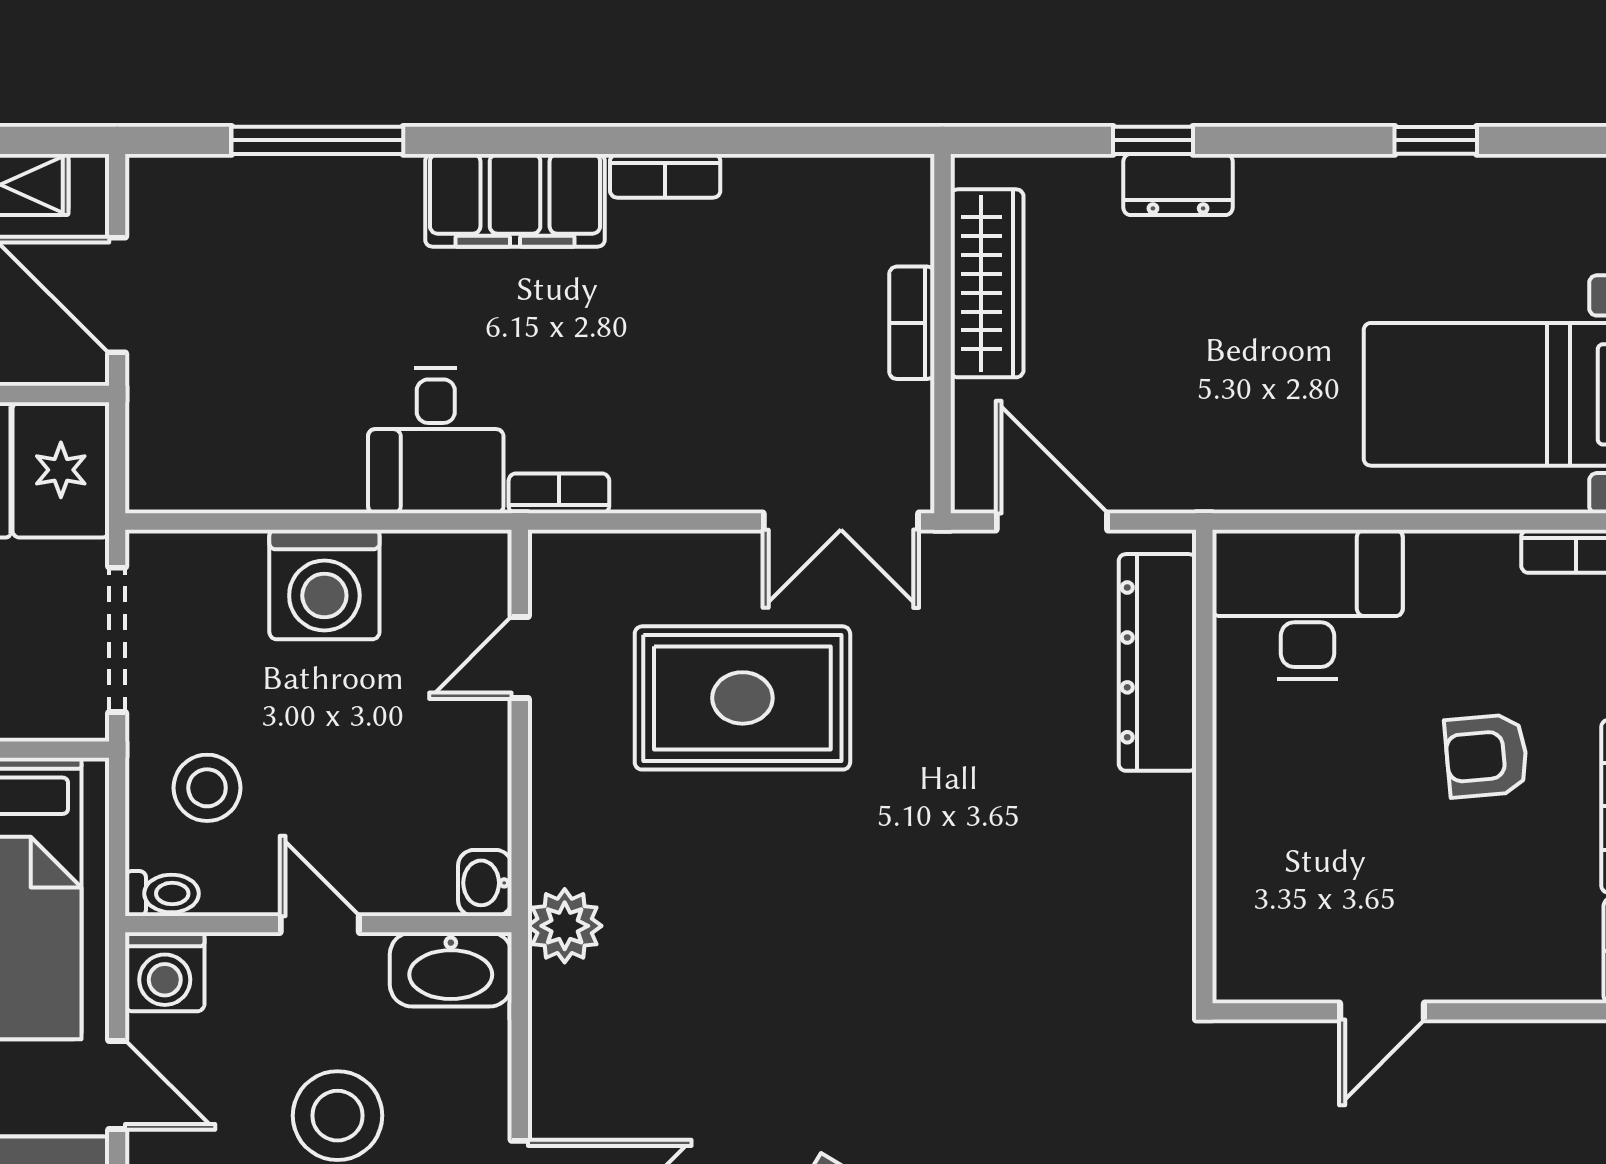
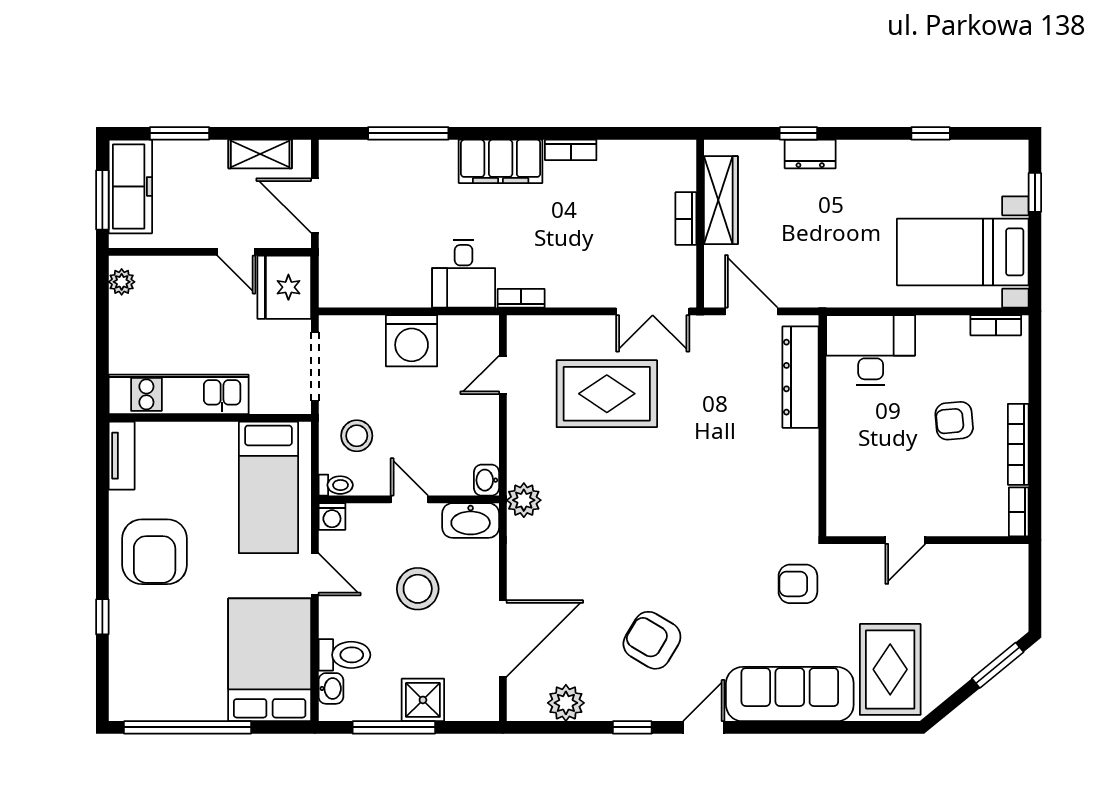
washing machine: (165, 972) -> (332, 517), width x0.73, depth x0.73
armchair: (1152, 1105) -> (798, 584), added

